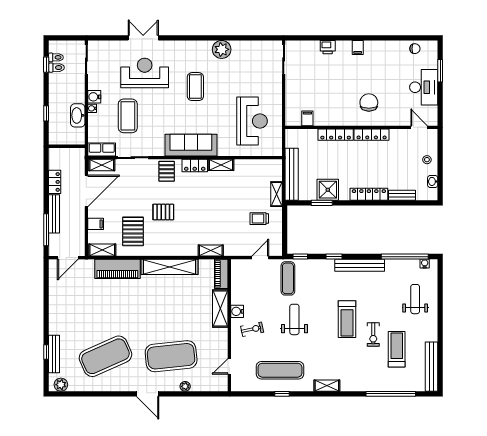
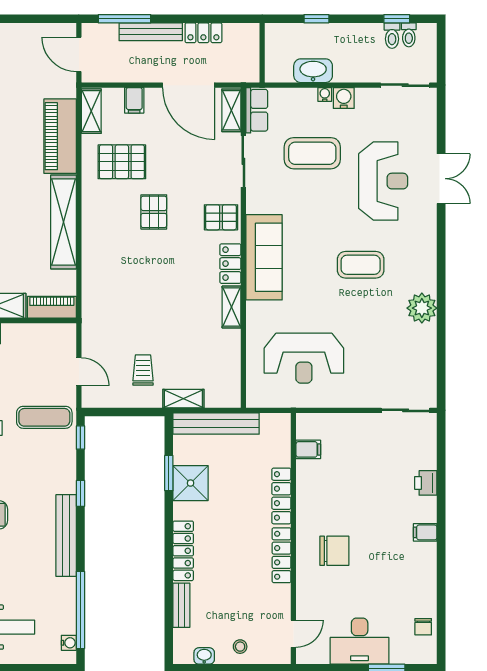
shelving: (211, 250) -> (90, 290), removed

